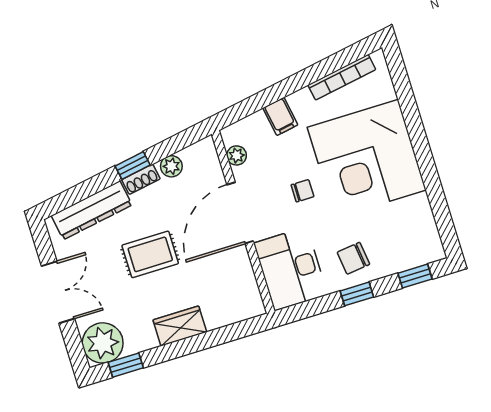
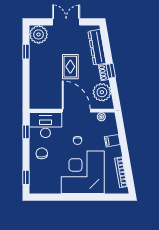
plant: (171, 166) -> (102, 92), width x1.88, depth x1.88
double door: (58, 292) -> (66, 22), swing flipped
window: (357, 294) -> (26, 132), moved
wardrobe: (180, 326) -> (36, 70), removed
window: (126, 365) -> (26, 52), moved

